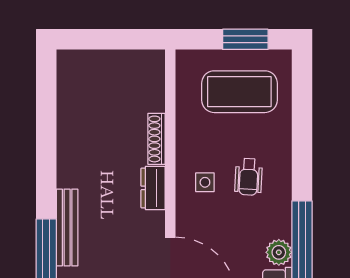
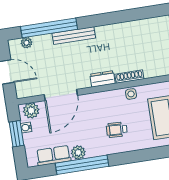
side table: (205, 182) -> (131, 94), moved

